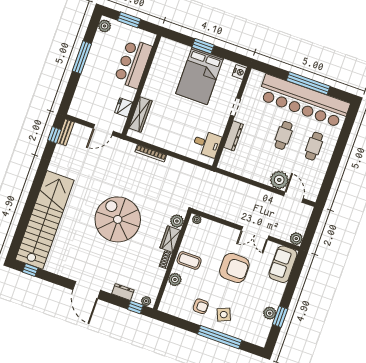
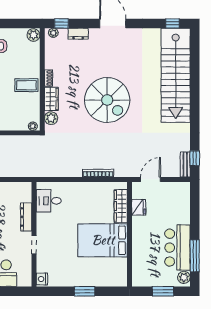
window: (82, 57) -> (195, 256), moved
bar counter: (133, 64) -> (177, 248), moved, turned 180
bed: (200, 76) -> (103, 240), moved, turned -90
plant: (175, 279) -> (33, 35), moved

